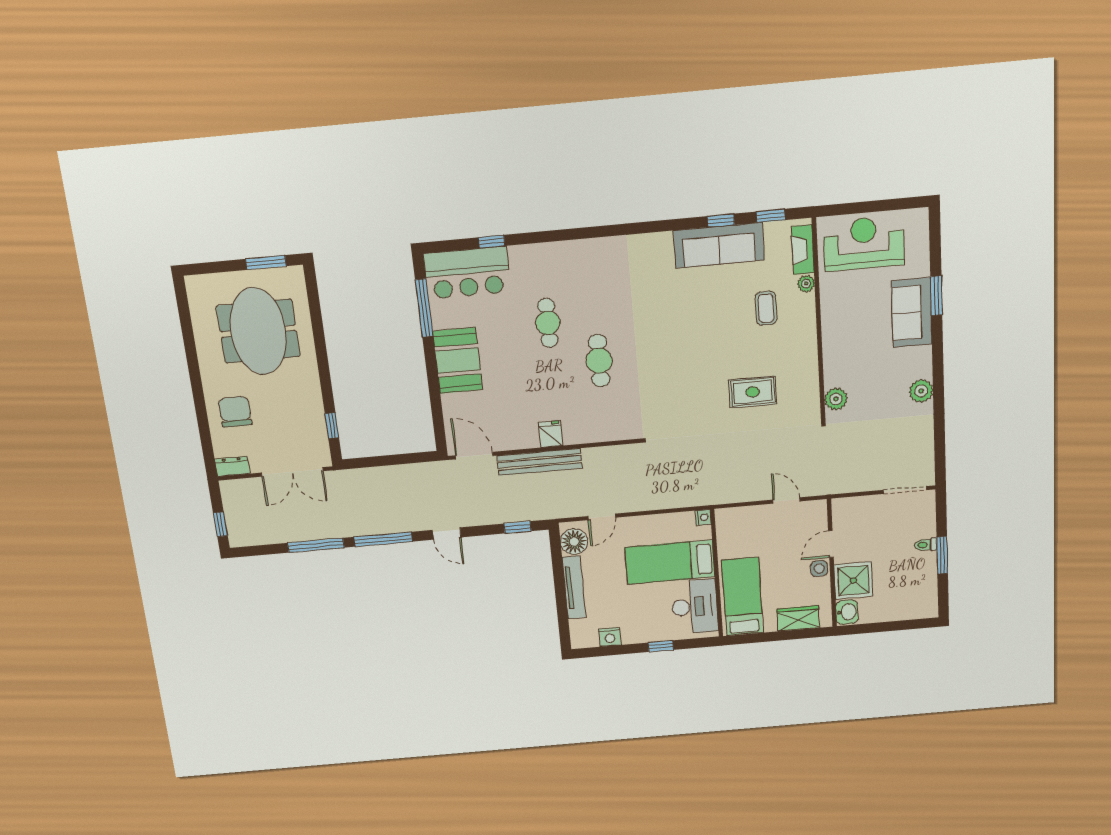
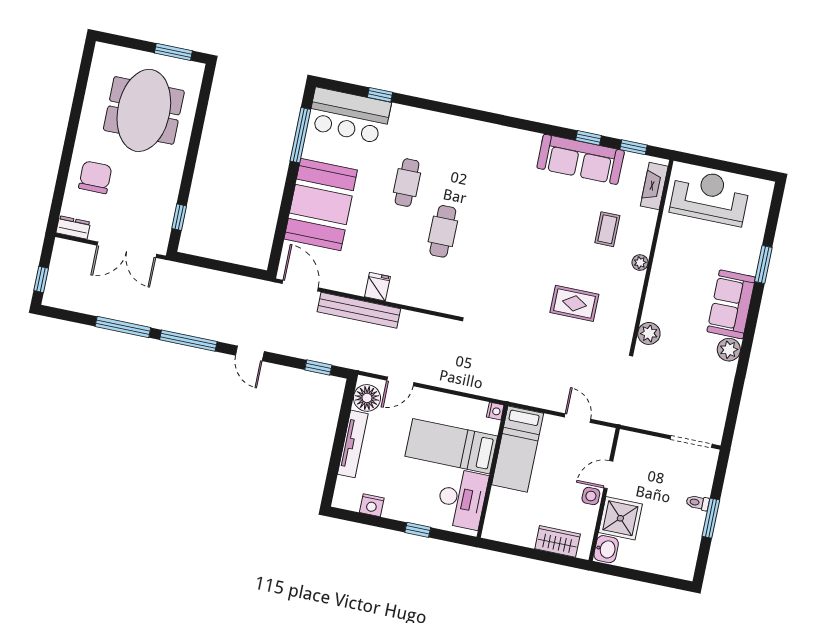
plant: (806, 284) -> (640, 263), moved
sofa: (912, 313) -> (731, 304), moved
booth: (458, 361) -> (321, 205), width x1.36, depth x1.42
bed: (742, 597) -> (518, 449), moved, turned 180

